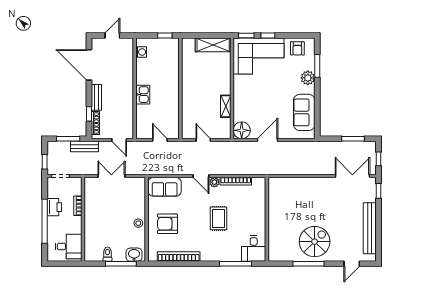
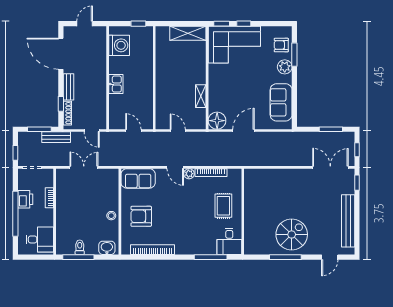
armchair: (297, 48) -> (281, 45), moved, turned 90
washing machine: (141, 52) -> (119, 45), width x1.89, depth x1.89
rug: (218, 218) -> (223, 206), moved
window: (121, 264) -> (78, 257), moved

